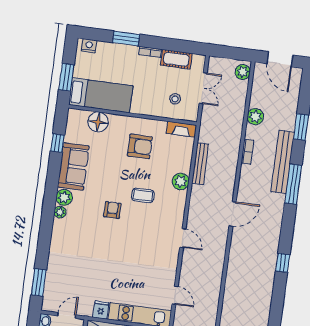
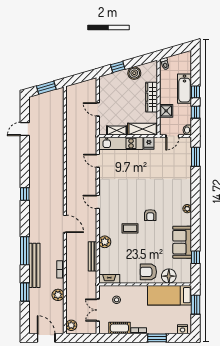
armchair: (140, 146) -> (148, 272), moved
plant: (64, 197) -> (186, 219), removed
door: (233, 214) -> (65, 224), swing flipped

